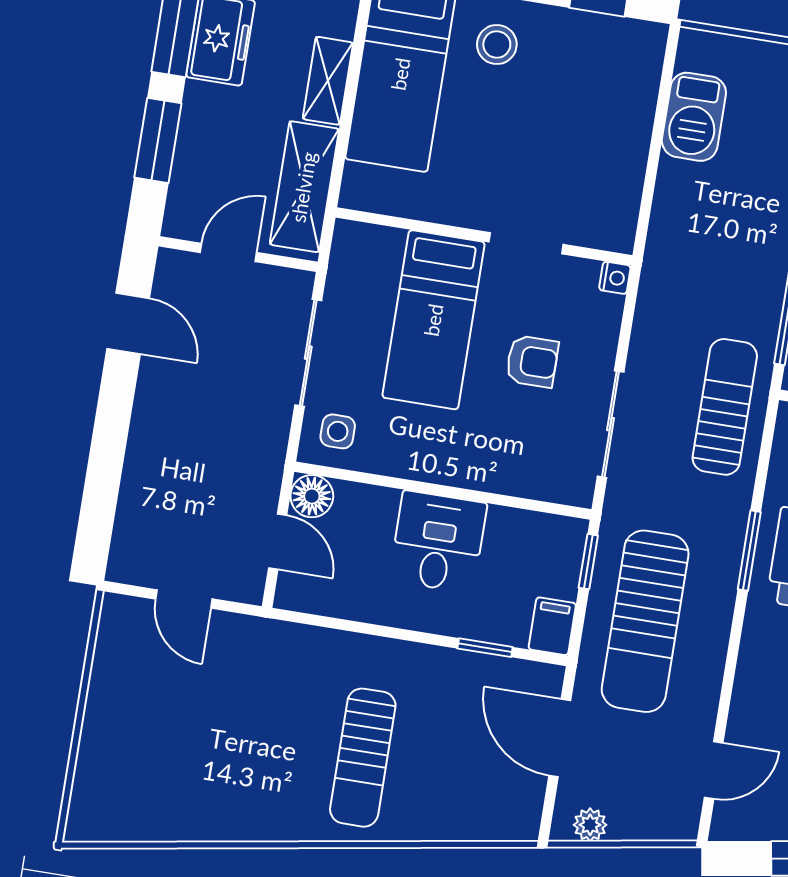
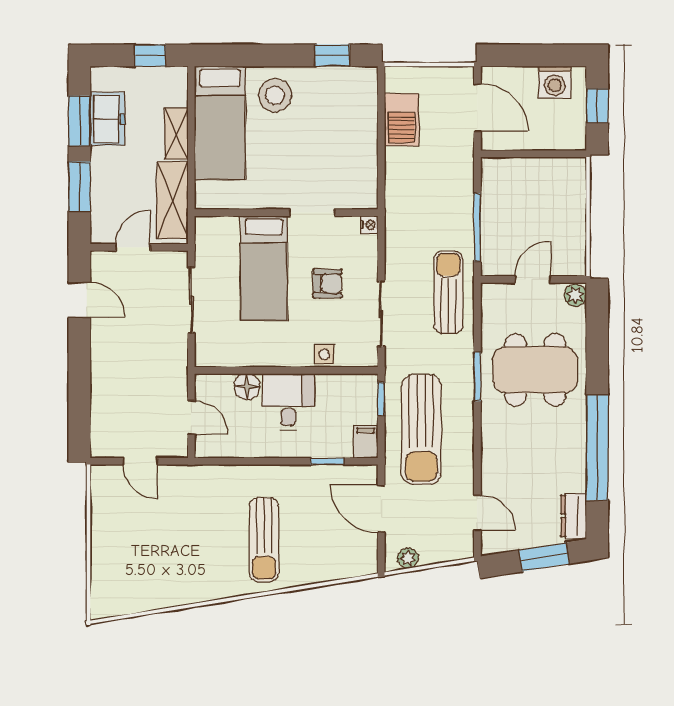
stool: (497, 44) -> (275, 95), width x1.38, depth x1.38
side table: (338, 431) -> (324, 354), moved
floor lamp: (312, 496) -> (247, 387), moved
door: (714, 770) -> (477, 513), hinge flipped

